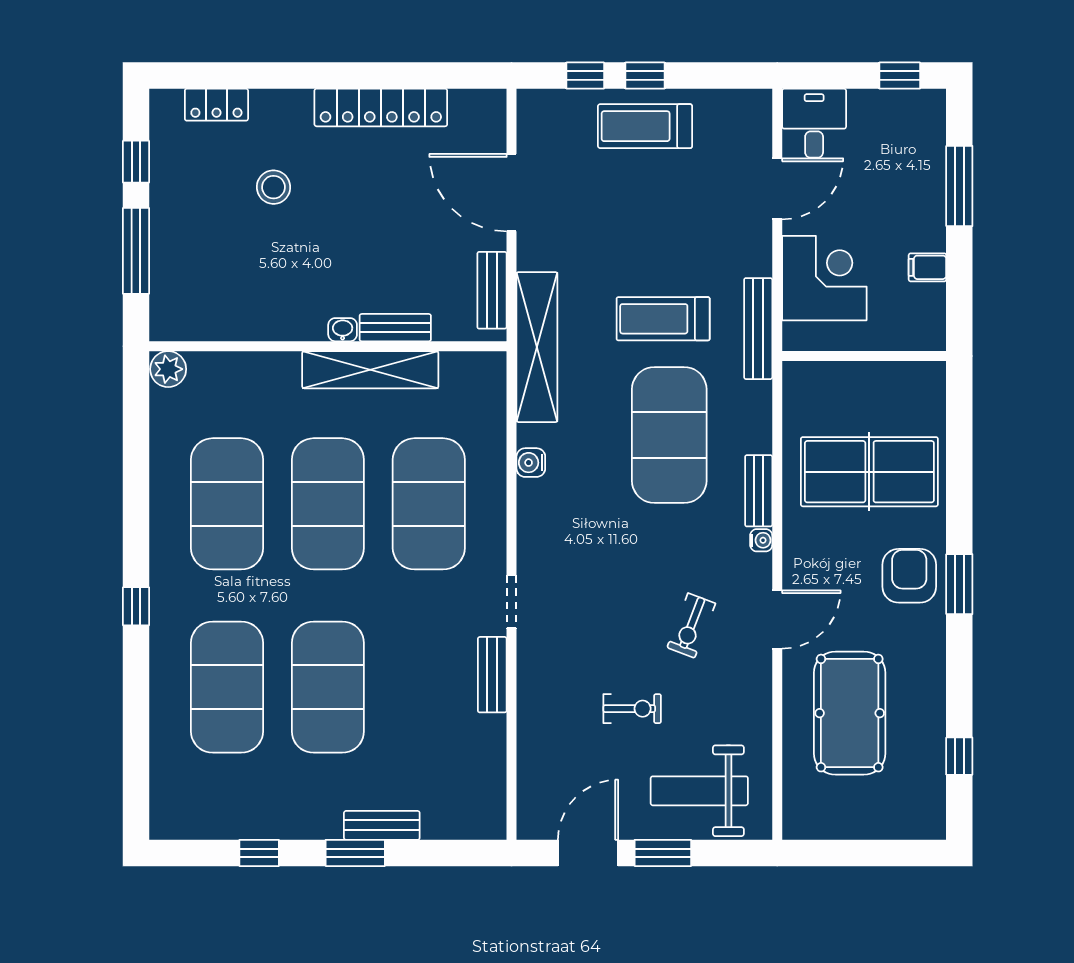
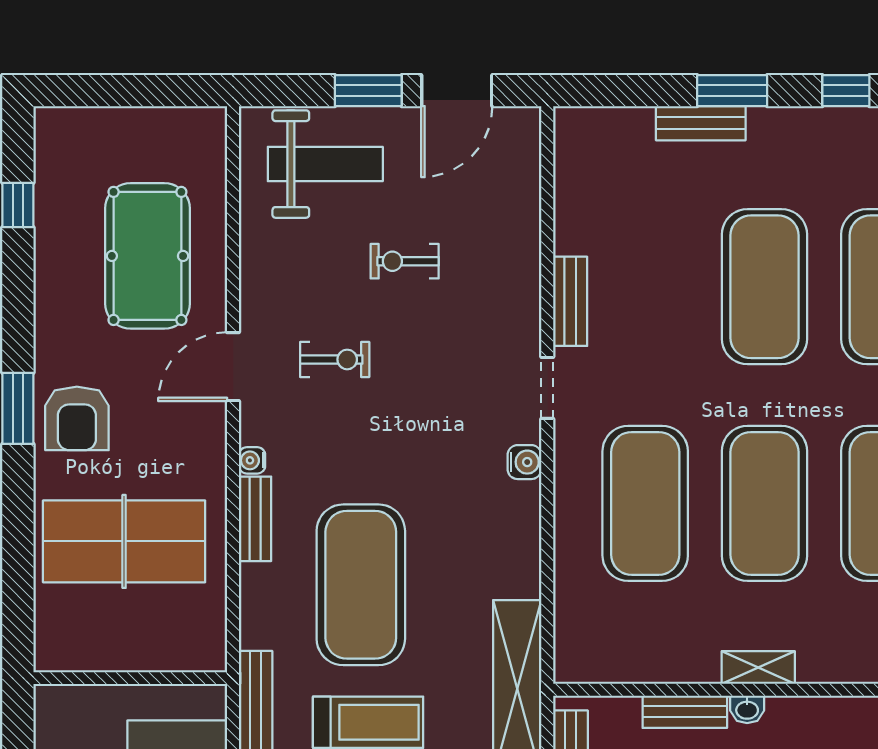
shelving: (370, 370) -> (758, 668), width x0.45, depth x0.75
water cooler: (531, 463) -> (524, 462), moved
exercise bike: (691, 626) -> (335, 359), turned 69

